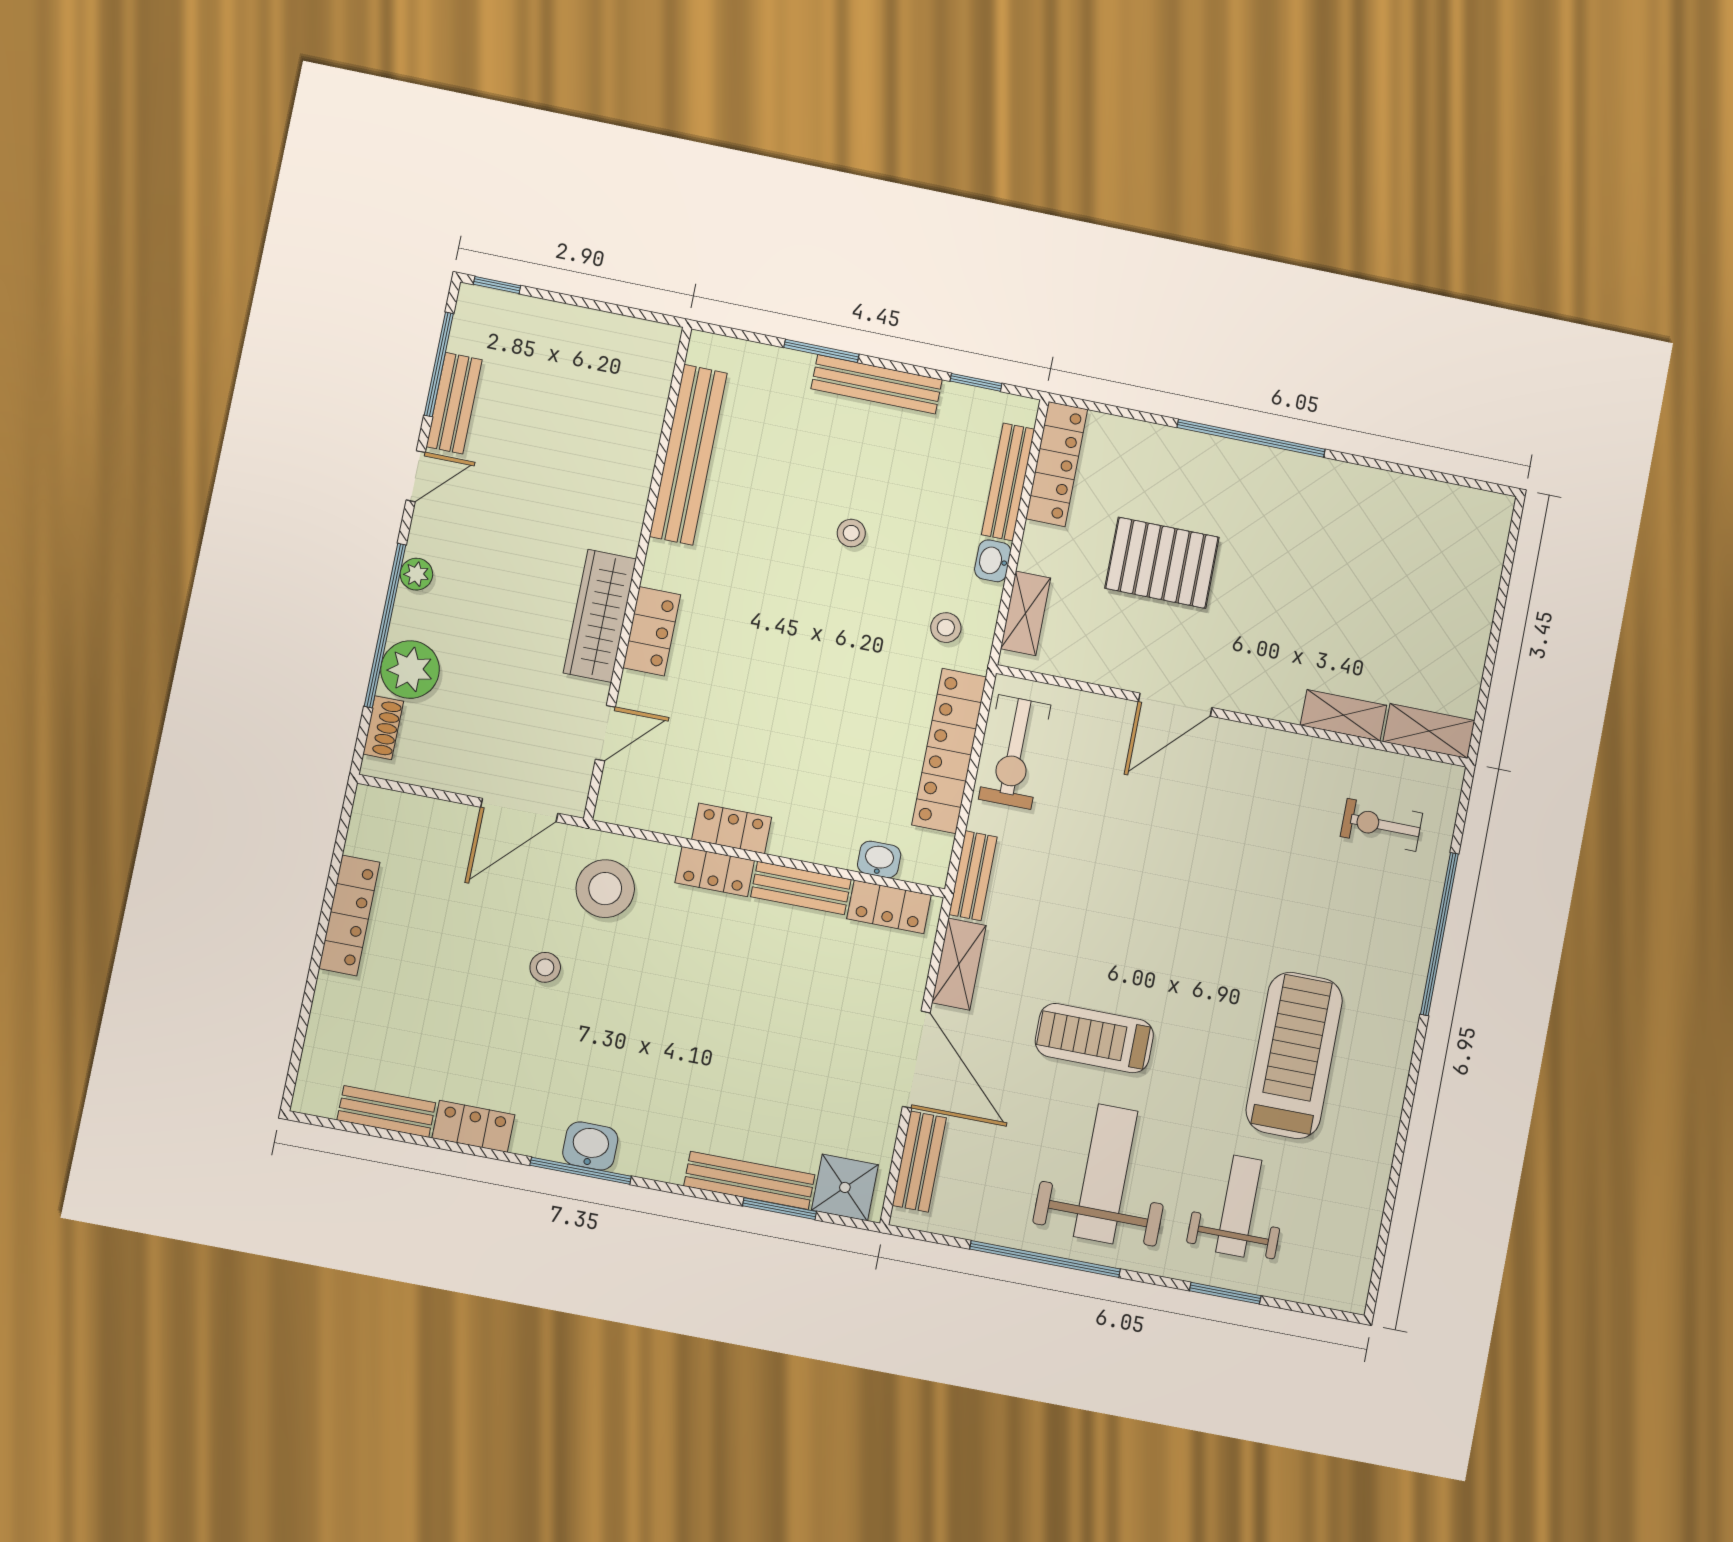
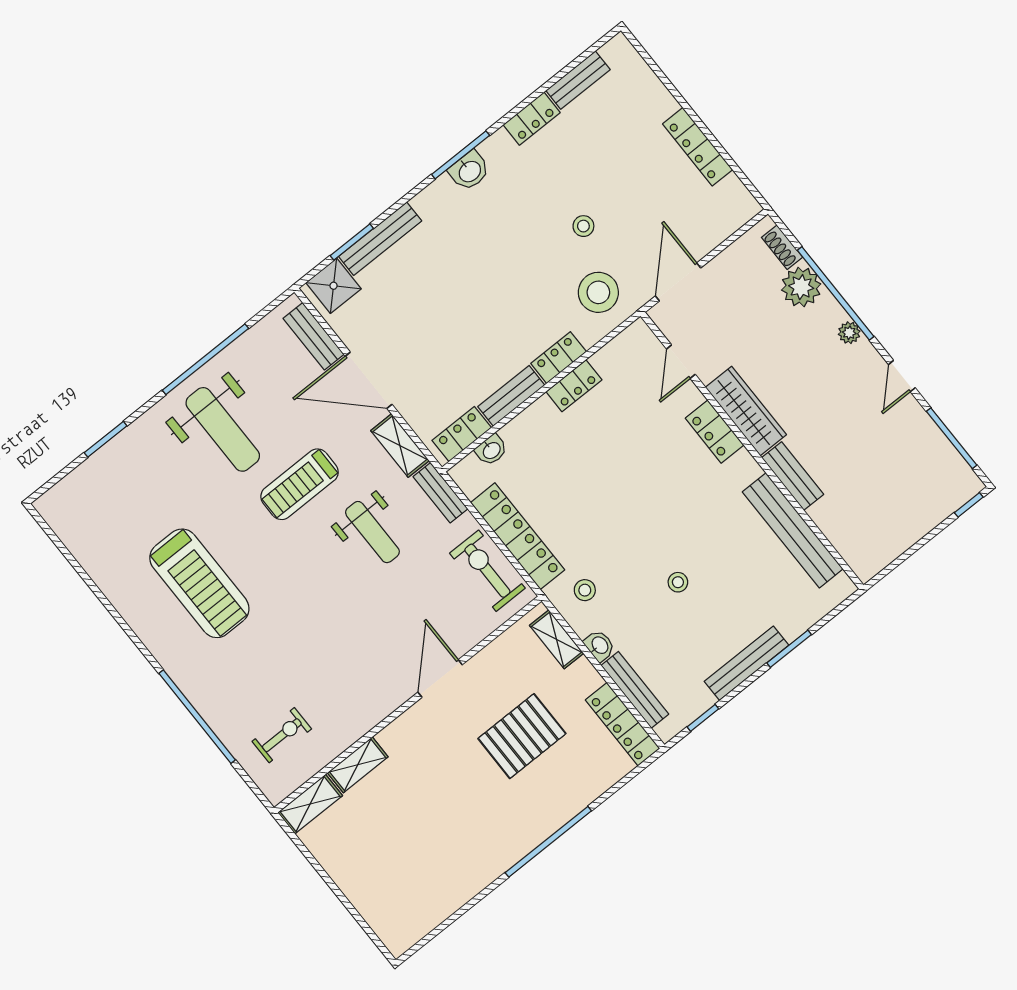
bench: (454, 403) -> (793, 476), moved
treadmill: (1094, 1038) -> (300, 484), turned 180
weight bench: (1239, 1206) -> (372, 532), moved

